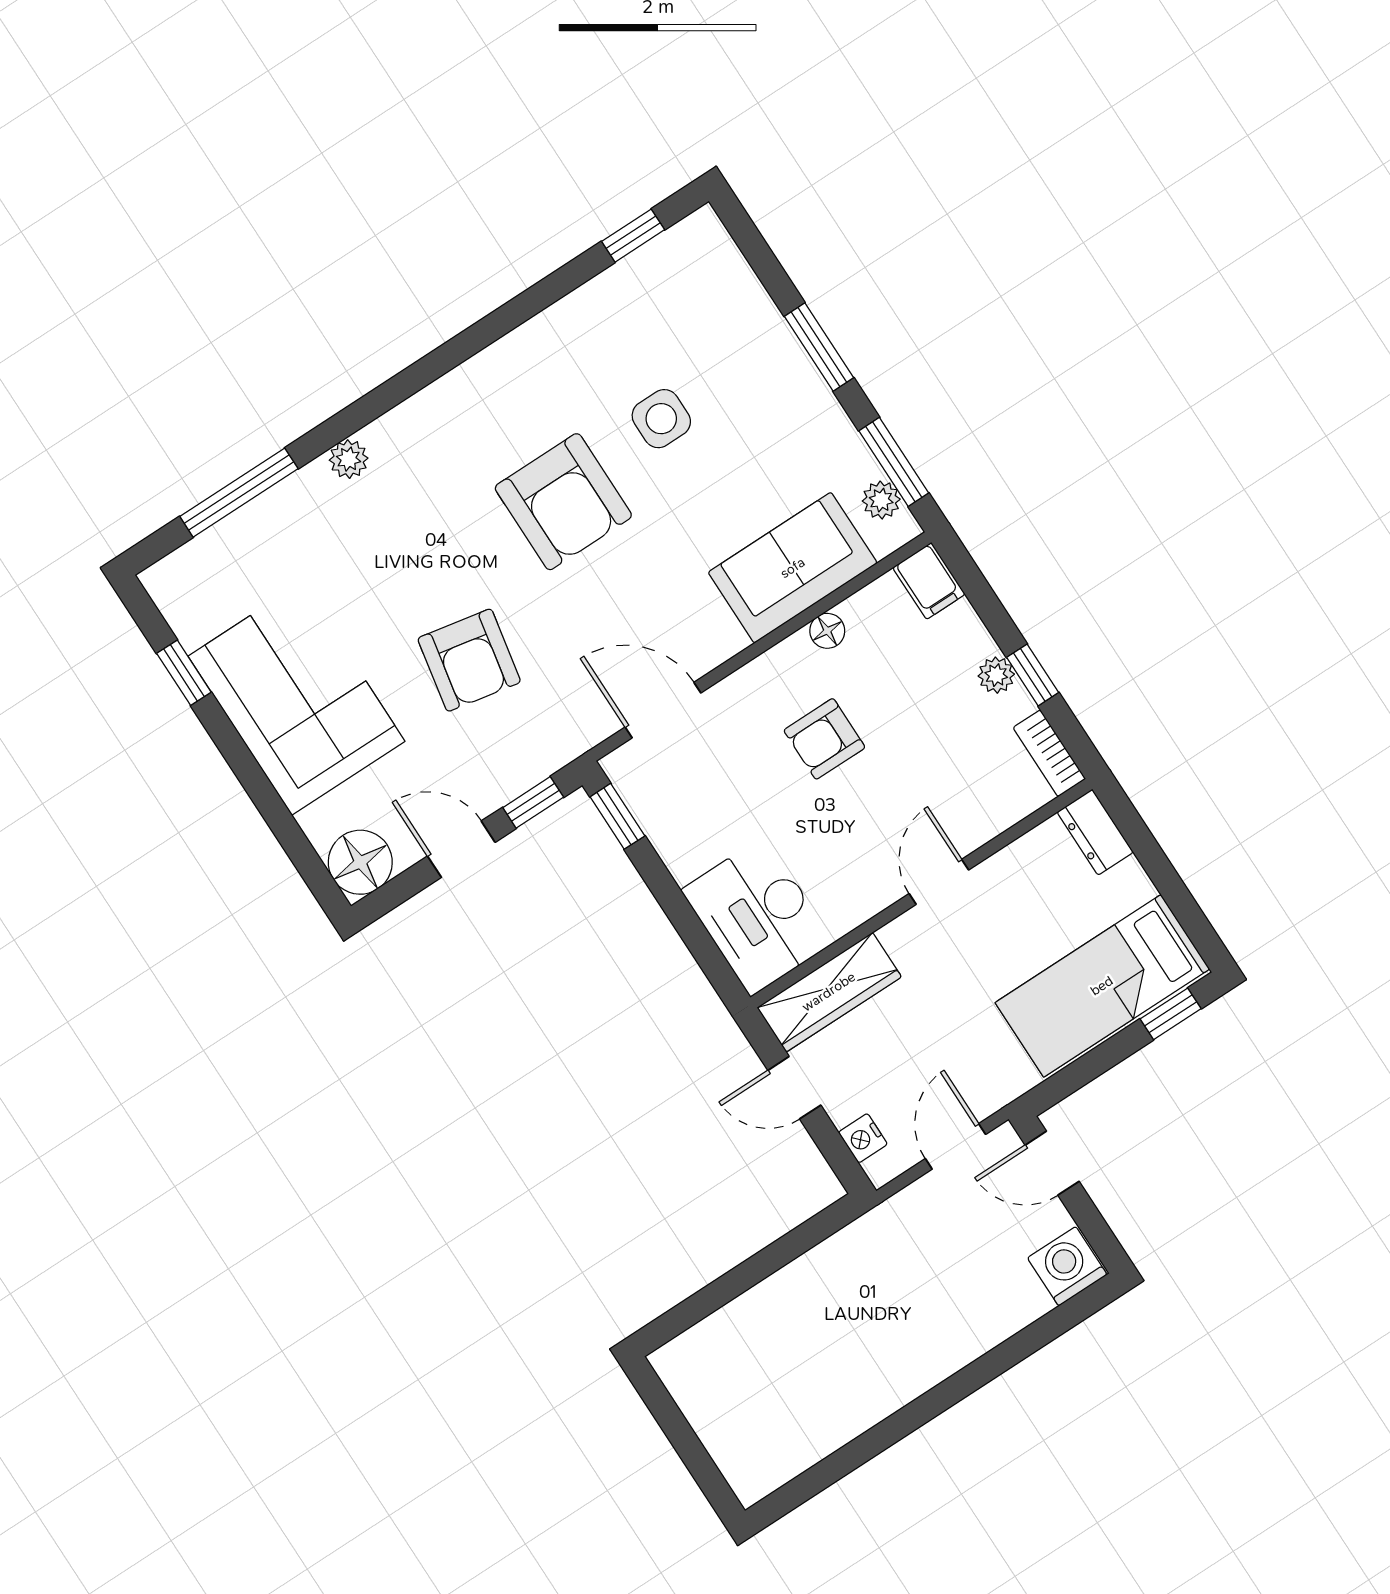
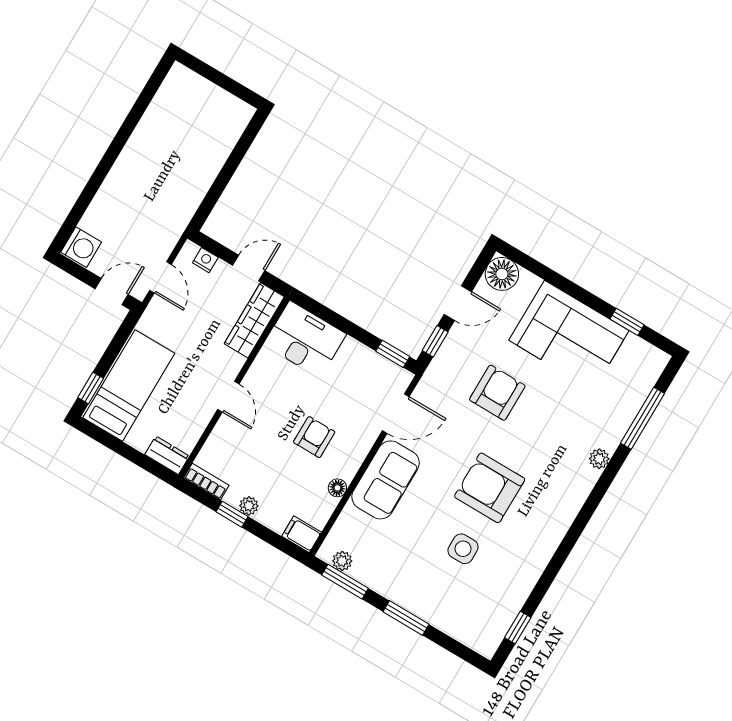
sofa: (793, 568) -> (386, 480), moved
armchair: (469, 660) -> (497, 393), turned 79

